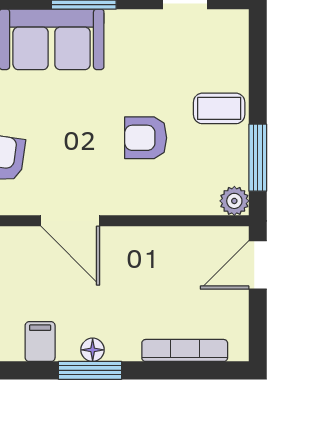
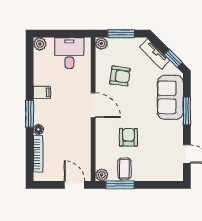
coffee table: (219, 108) -> (124, 169), moved
door: (70, 221) -> (93, 105), swing flipped
floor lamp: (93, 350) -> (38, 129), moved

